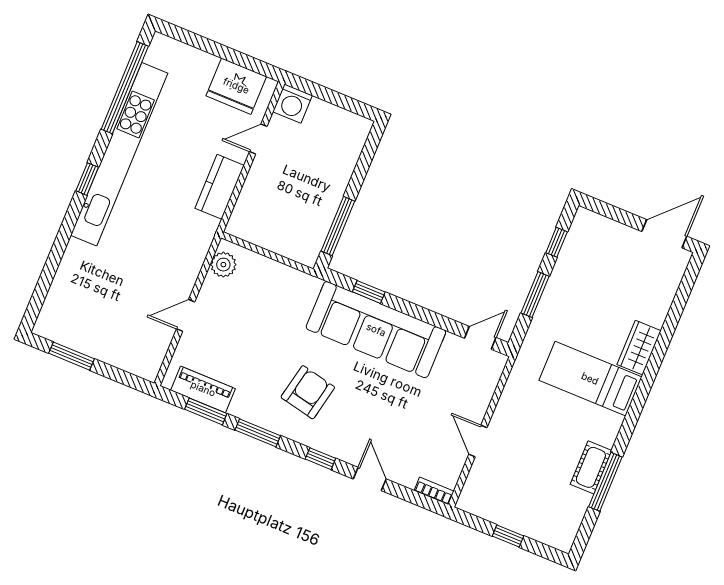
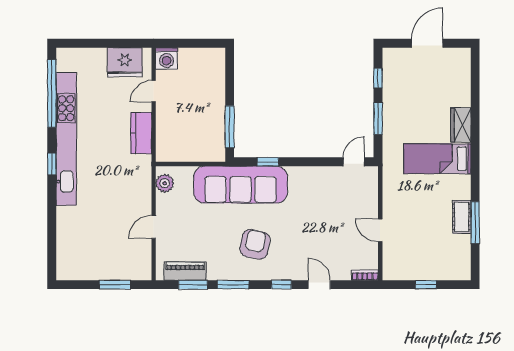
door: (664, 234) -> (427, 43), moved
sofa: (376, 330) -> (241, 185), moved
window: (72, 356) -> (115, 285), moved

